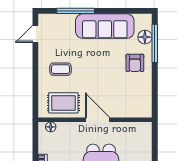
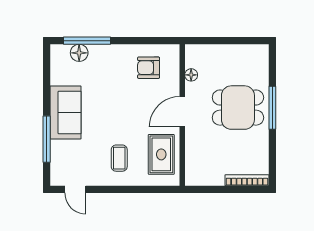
sofa: (105, 26) -> (66, 112), width x0.73
armchair: (135, 63) -> (149, 68), moved, turned 180
floor lamp: (51, 127) -> (191, 75), moved

